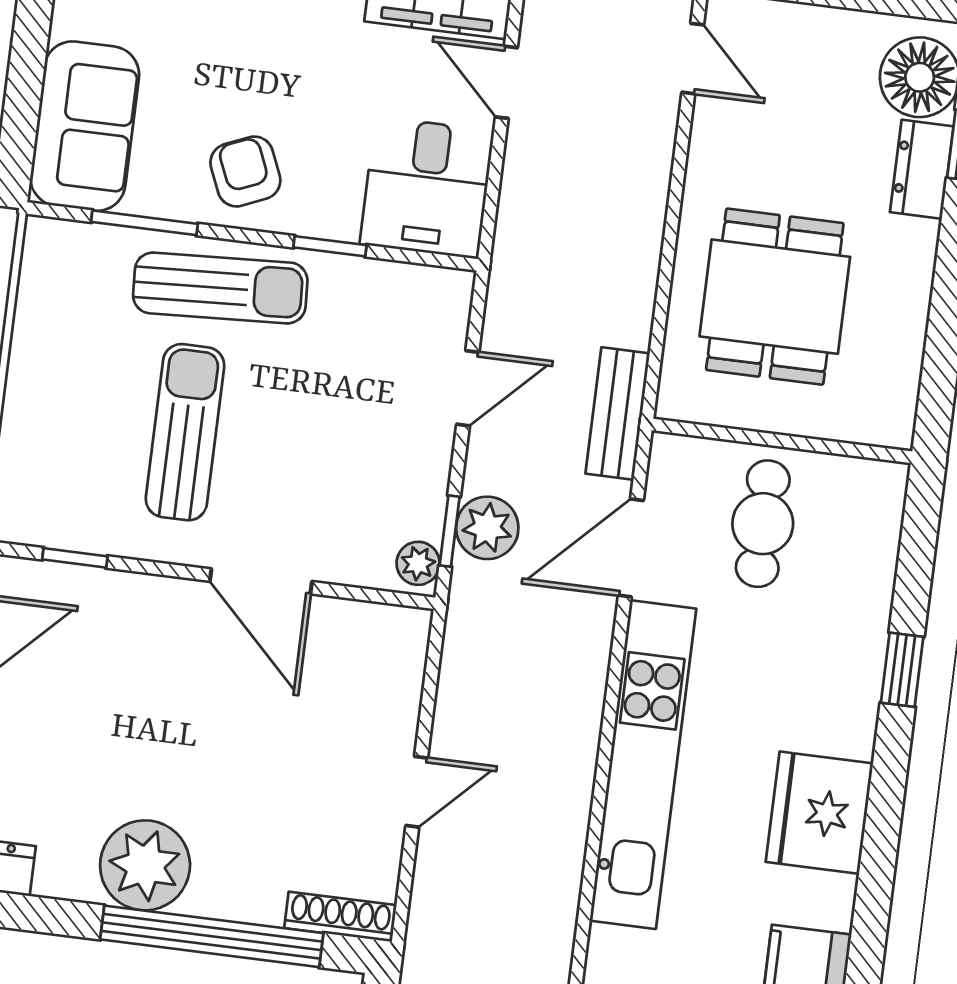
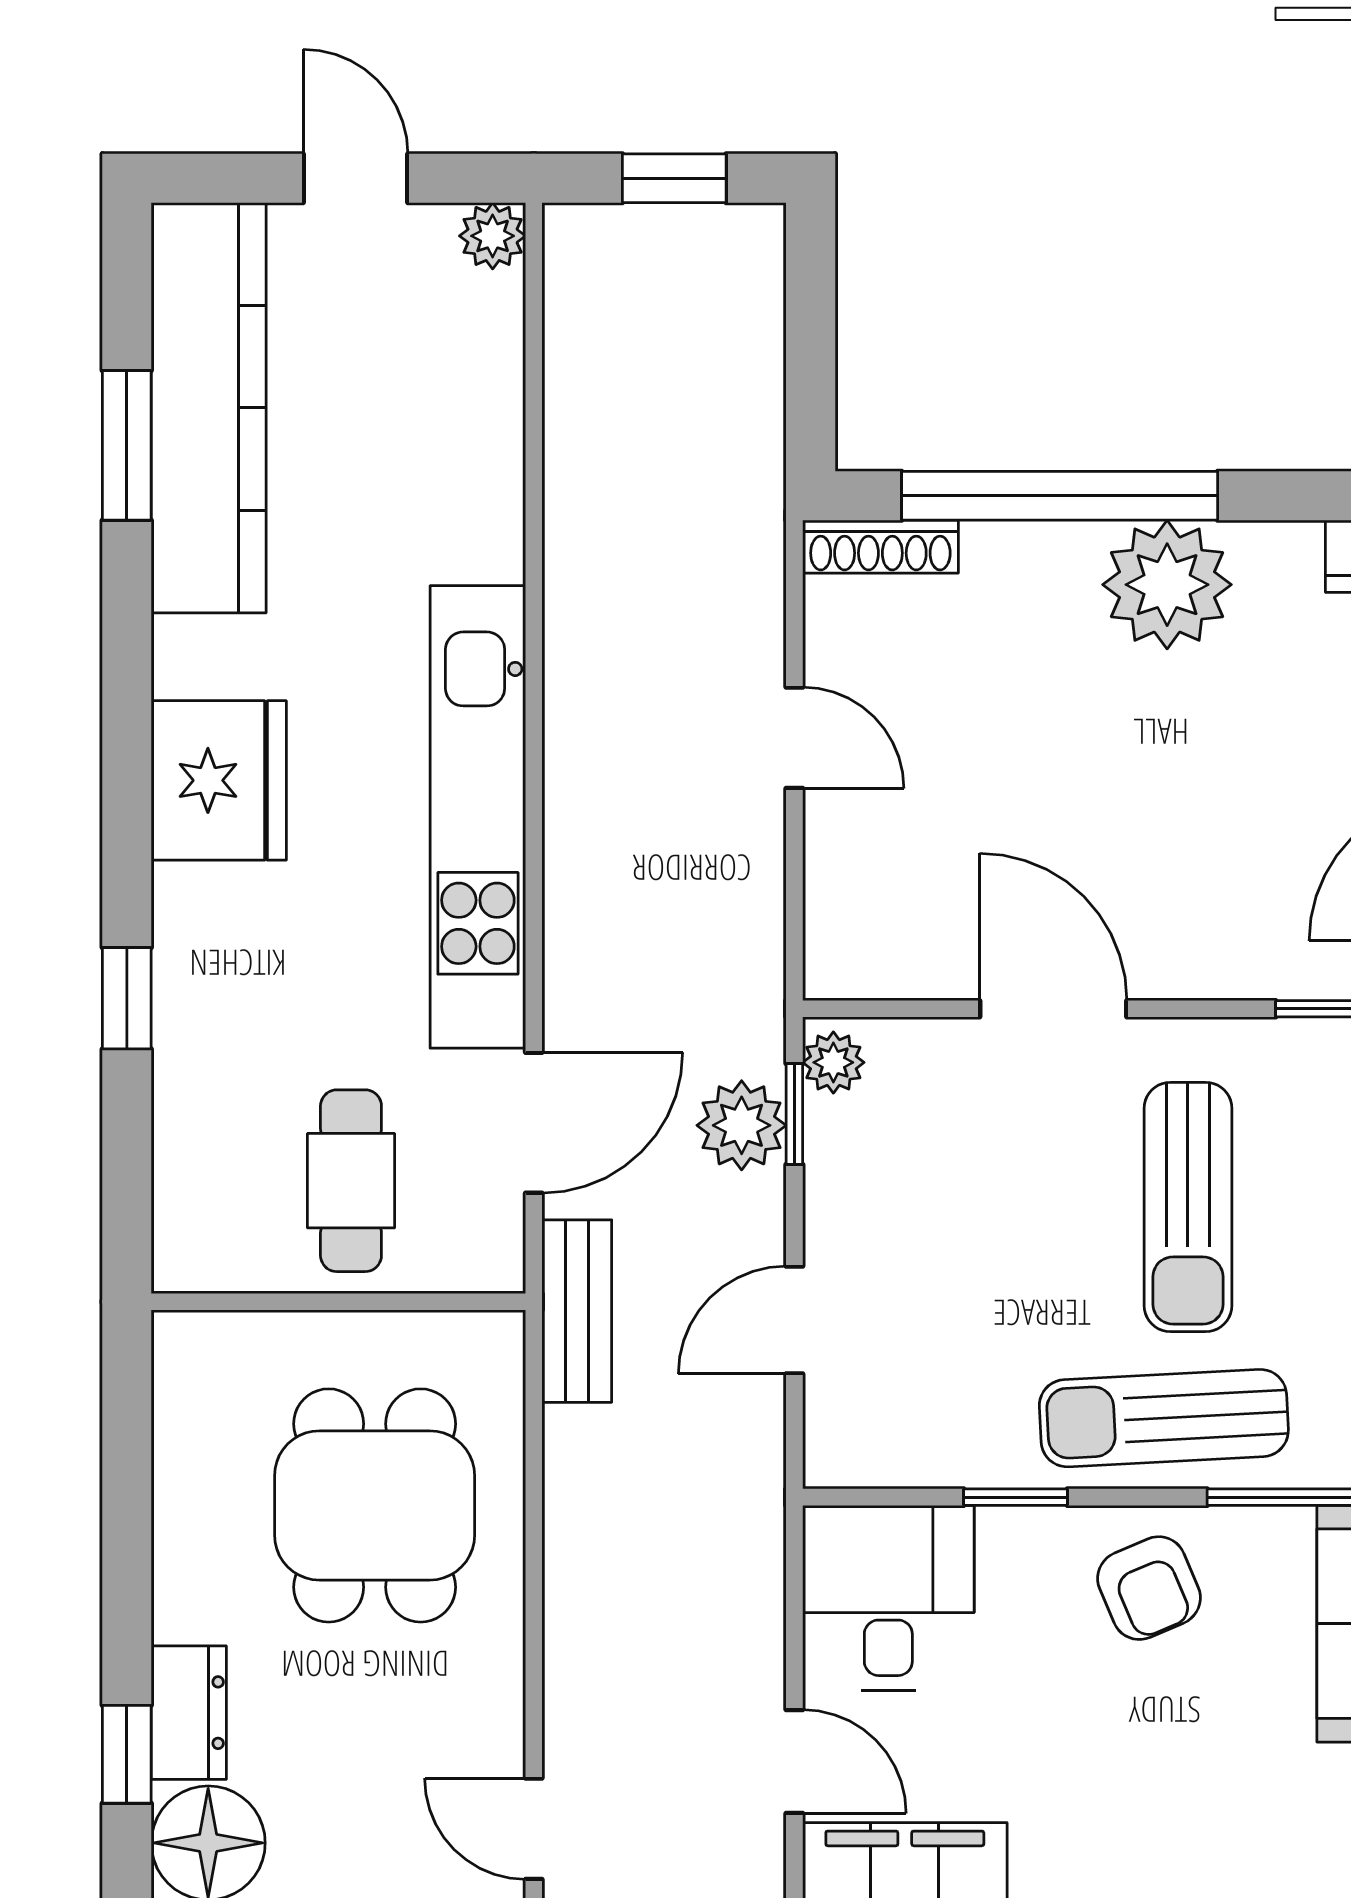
door: (417, 792) -> (794, 738), swing flipped

